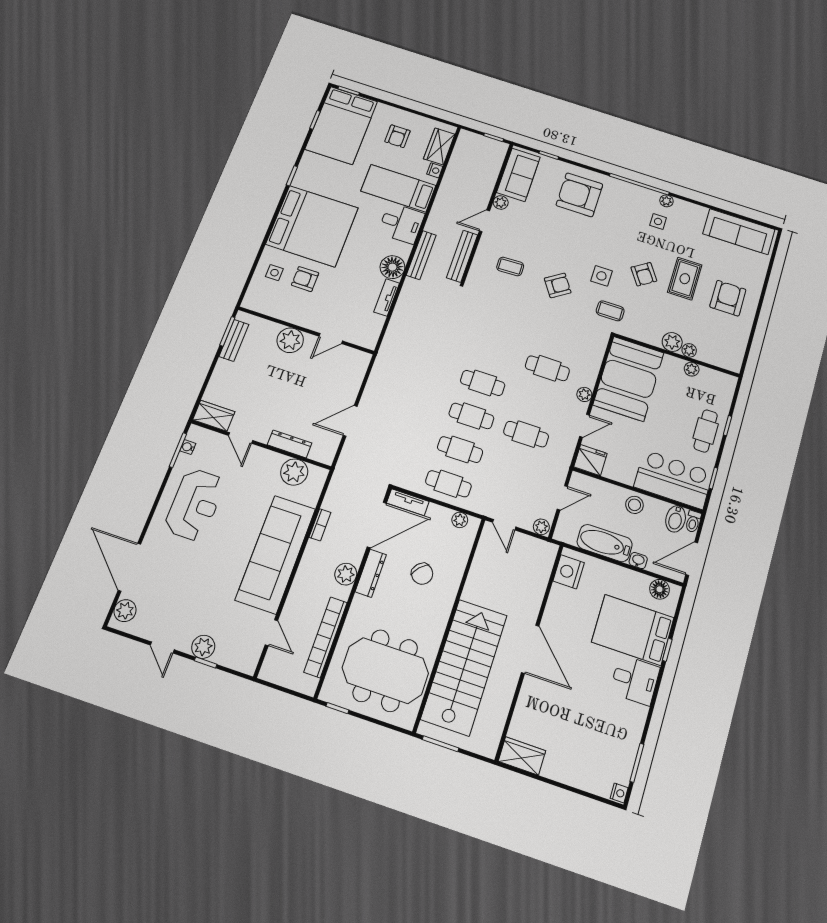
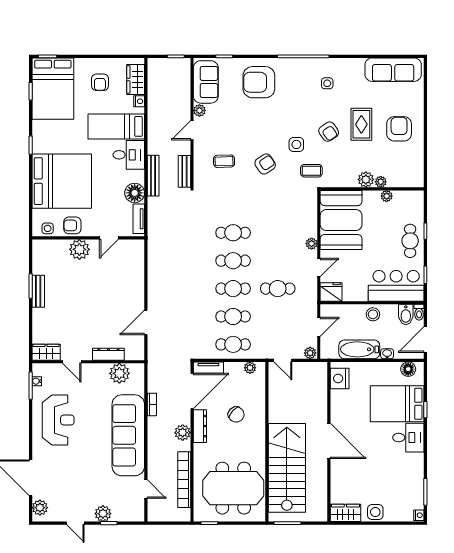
plant: (666, 201) -> (329, 63), removed
bench: (462, 256) -> (184, 171), width x0.73
wall: (306, 330) -> (88, 238), moved
door: (331, 339) -> (109, 238), moved
plant: (290, 340) -> (79, 249), moved
cafe table: (547, 368) -> (233, 233), moved
side table: (562, 768) -> (375, 512), added

